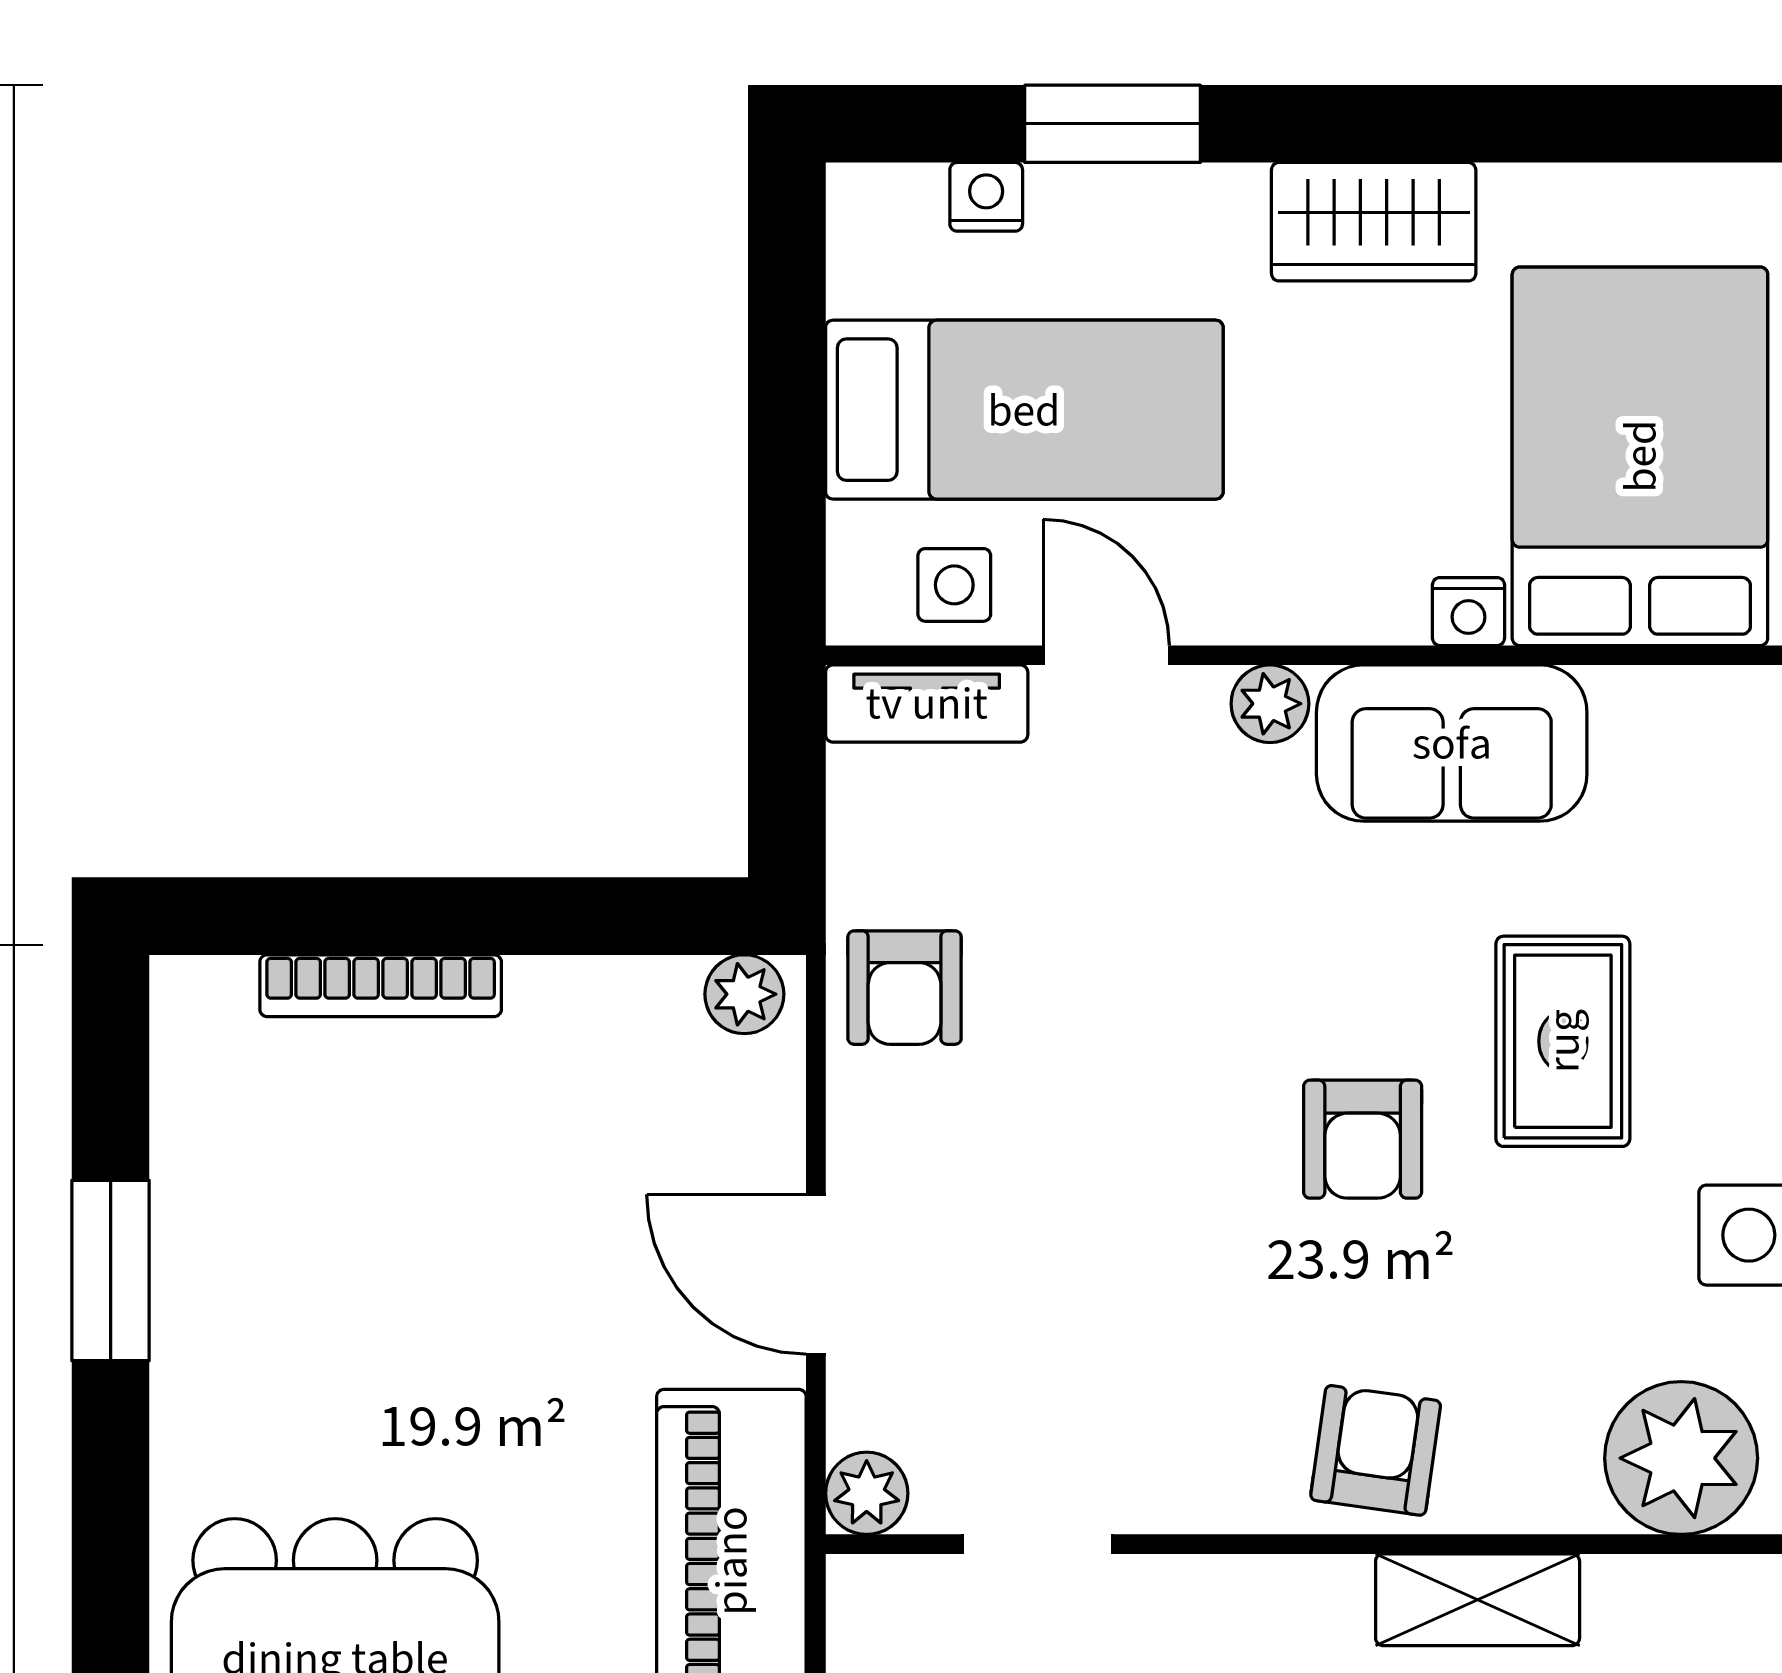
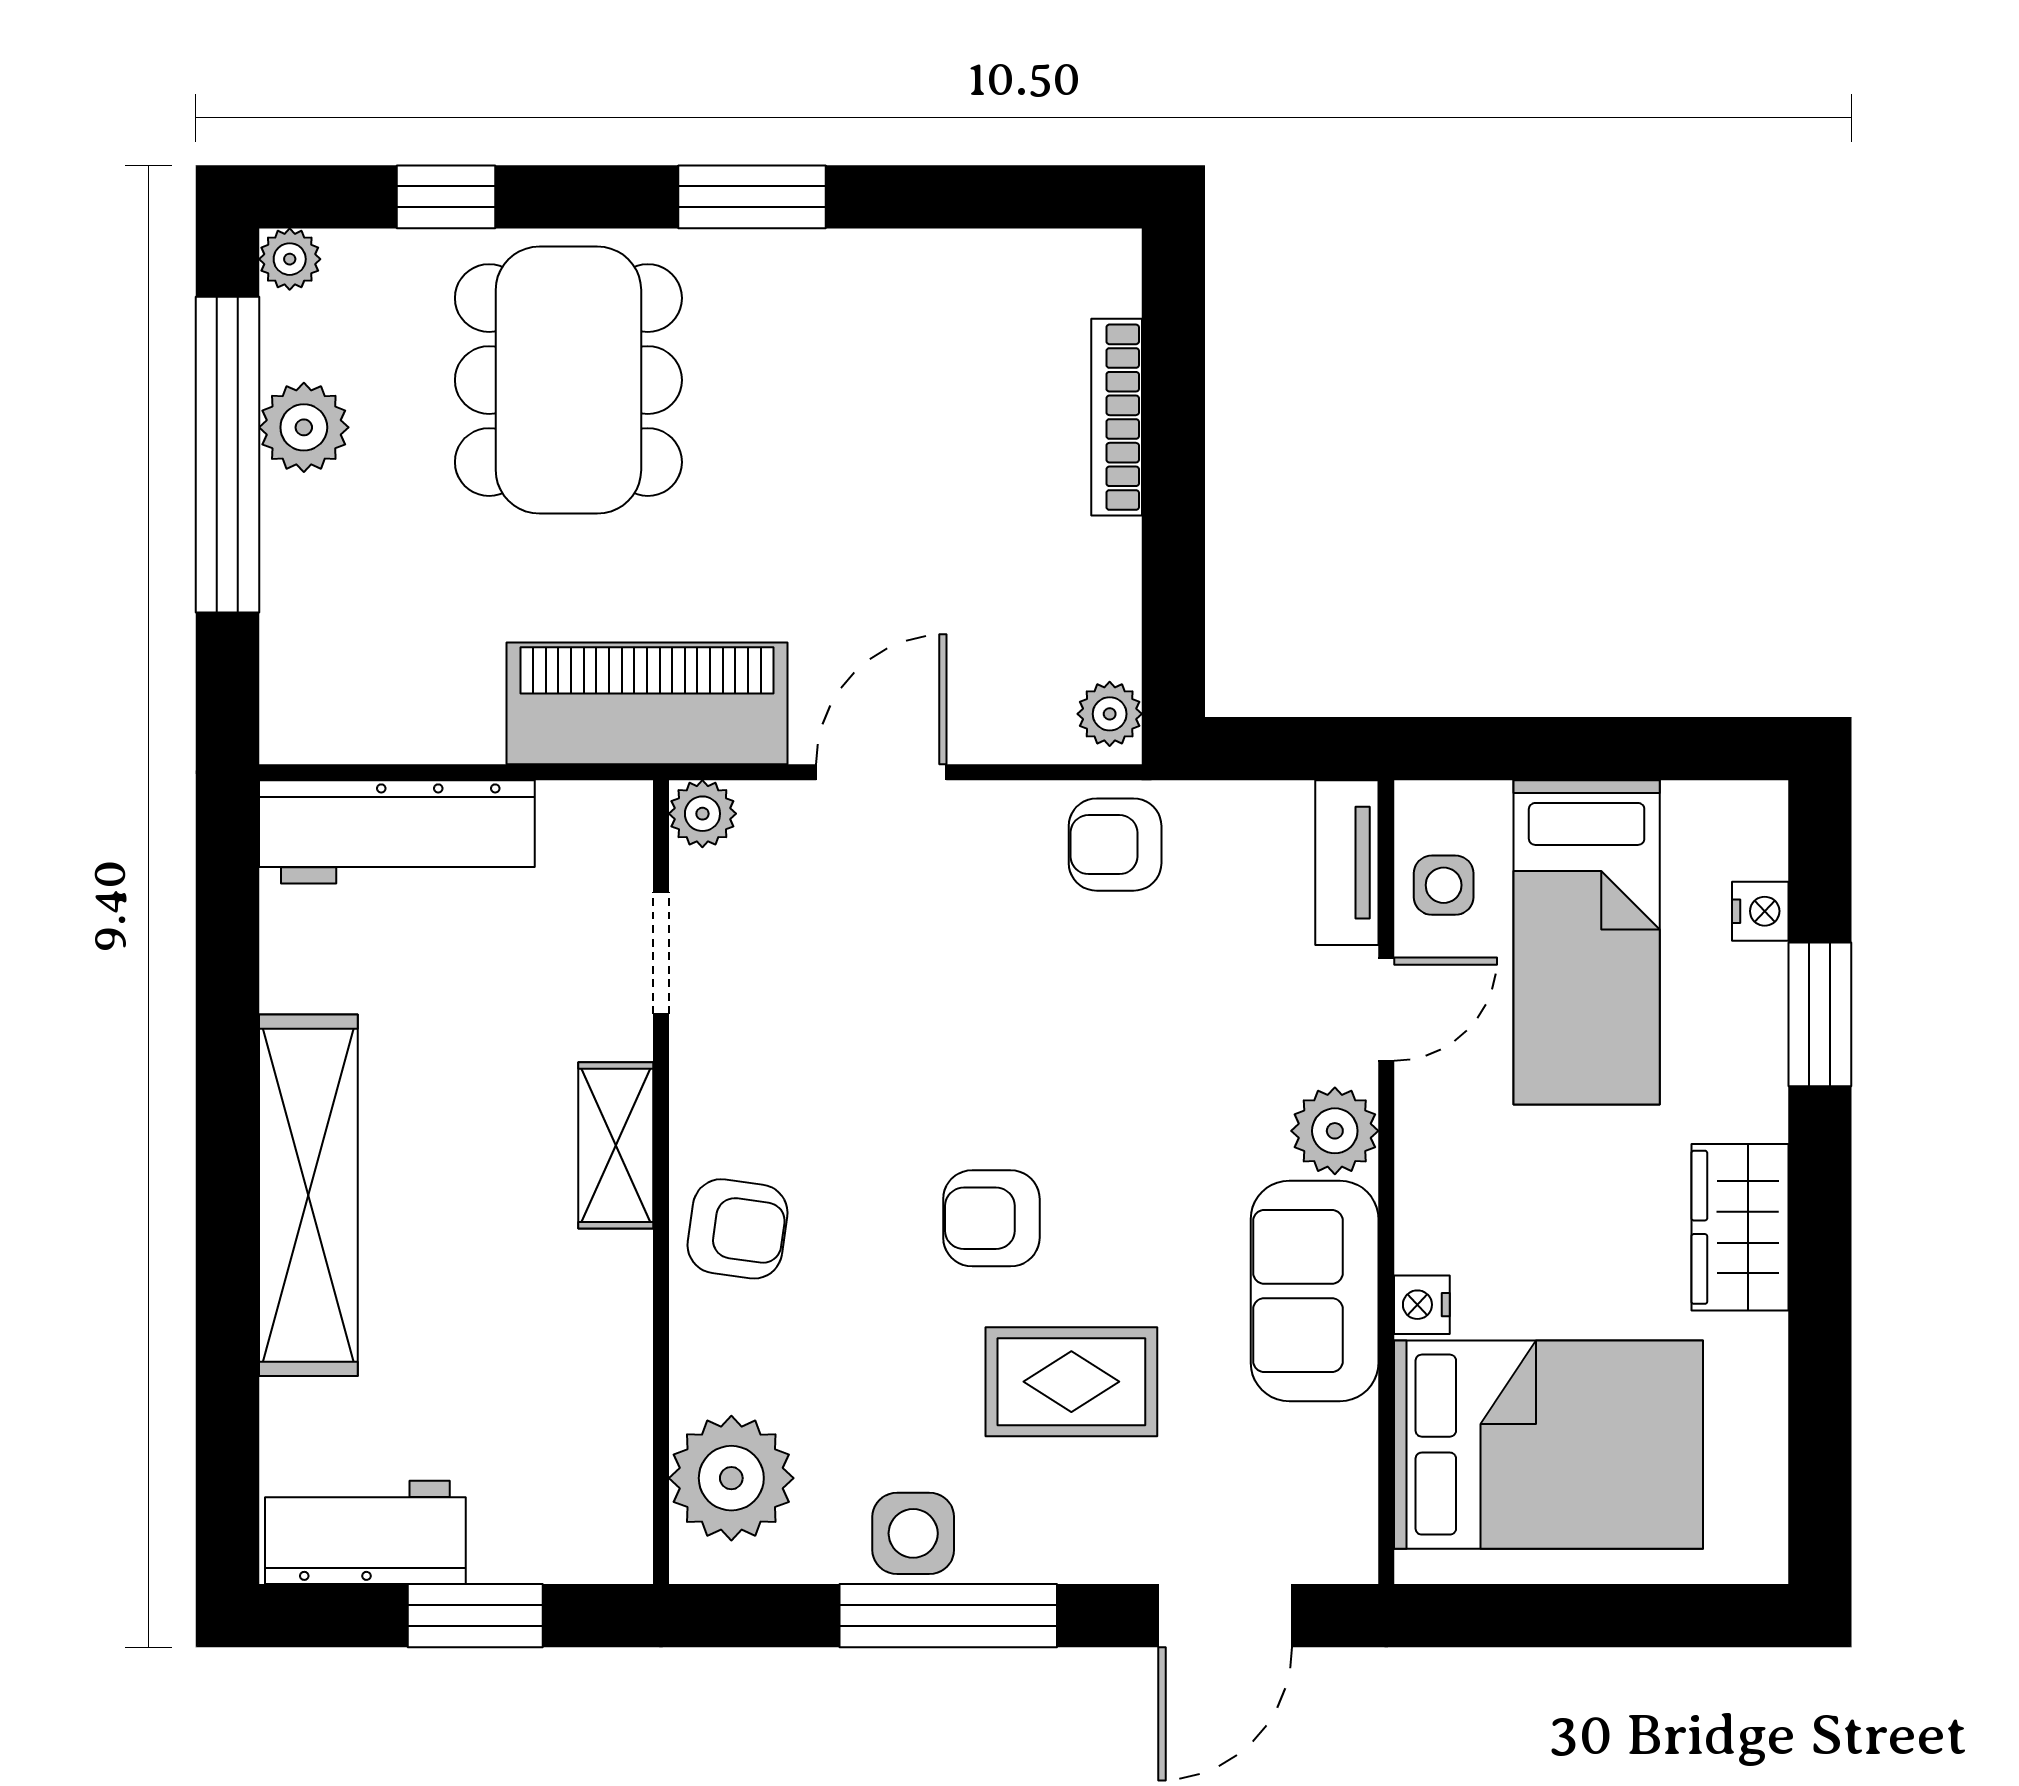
plant: (1270, 704) -> (1335, 1131), width x1.38, depth x1.38
window: (111, 1271) -> (752, 197), moved
shelving: (1478, 1600) -> (616, 1145), moved

